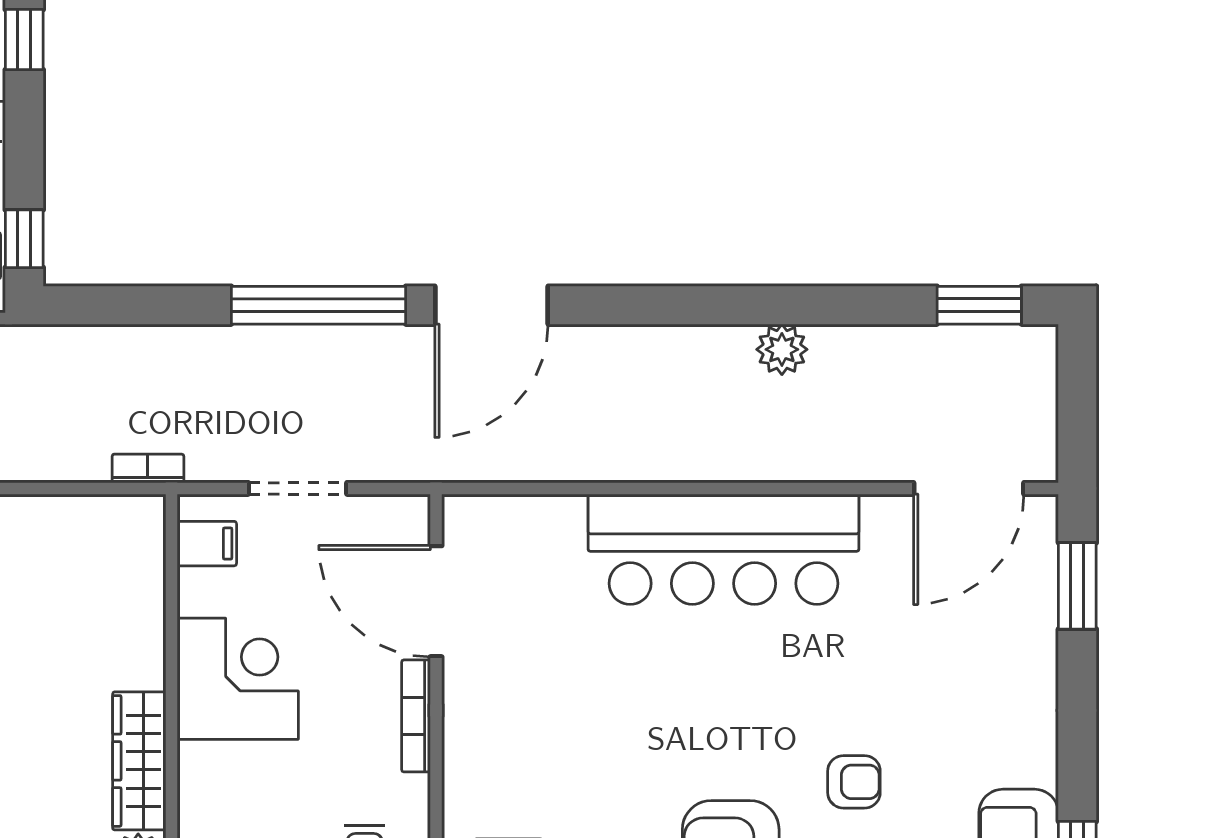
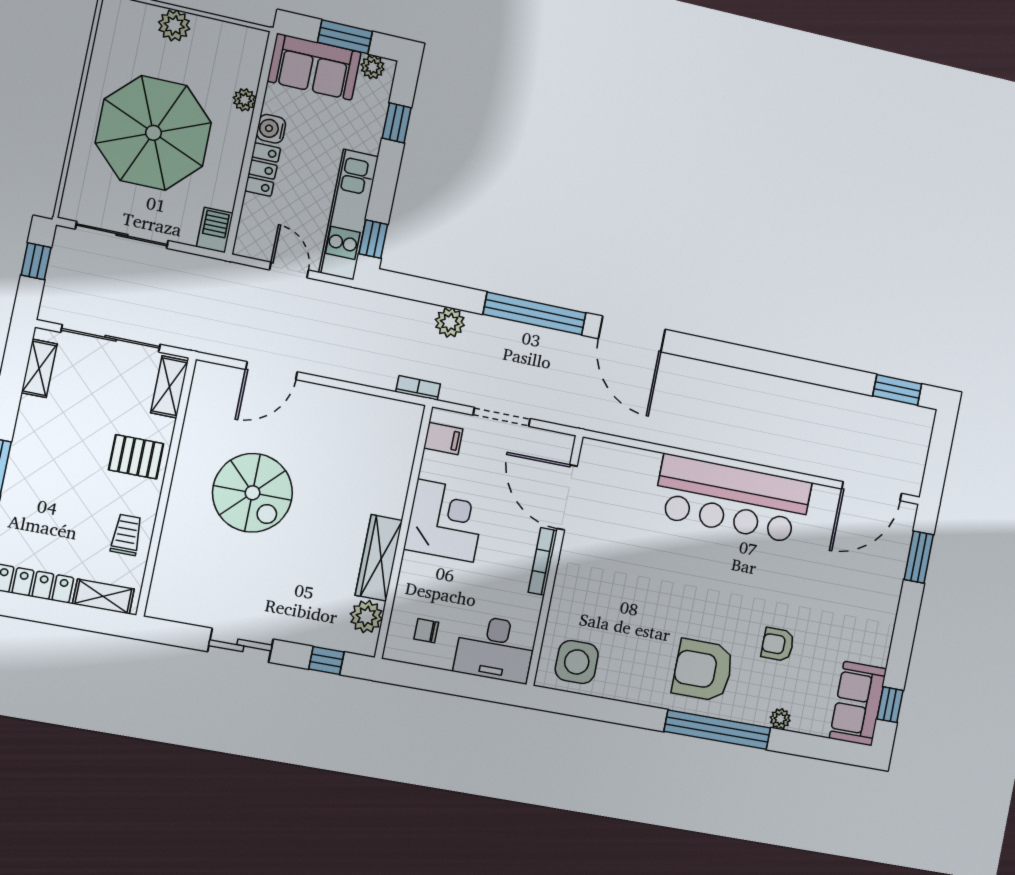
door: (491, 305) -> (632, 334), hinge flipped
plant: (782, 349) -> (450, 322), moved
armchair: (854, 782) -> (778, 644), turned 180

